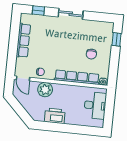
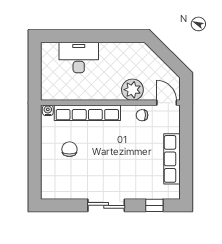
window: (116, 39) -> (35, 175), removed
desk: (95, 105) -> (79, 57), moved, turned 90
printer: (55, 116) -> (114, 52), removed

